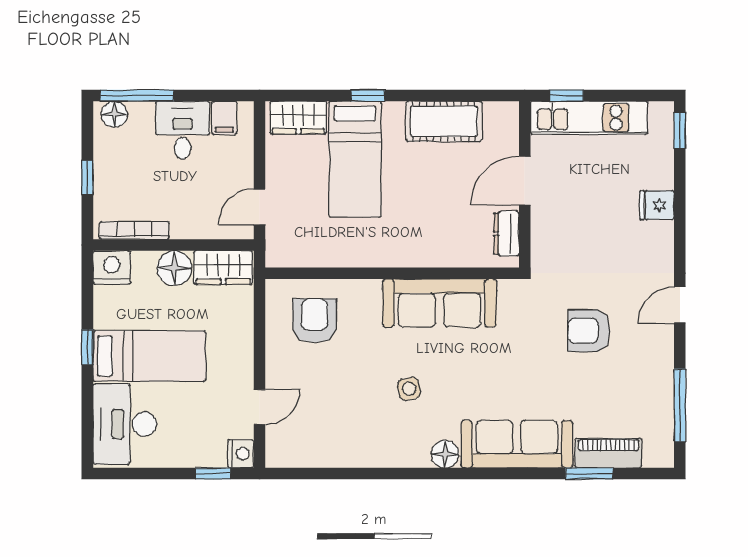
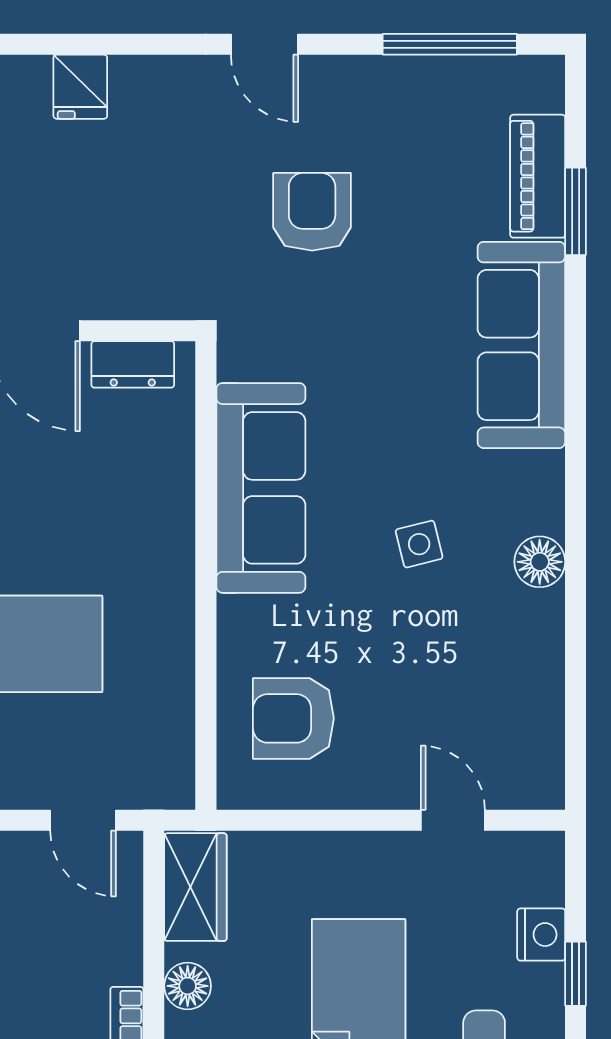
floor lamp: (174, 268) -> (188, 986), width x0.73, depth x0.73
armchair: (589, 331) -> (312, 212), turned 180
nightstand: (241, 454) -> (541, 935), moved, turned 90
floor lamp: (445, 454) -> (540, 562), moved
window: (213, 474) -> (576, 974), moved

